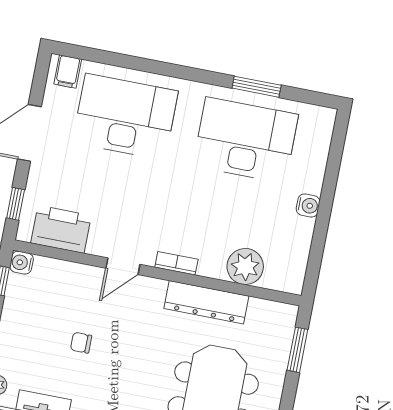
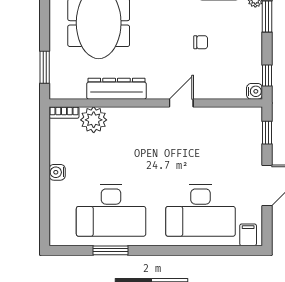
printer: (61, 229) -> (231, 121), removed
bookcase: (176, 263) -> (64, 112), moved

